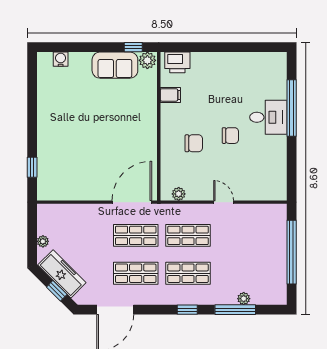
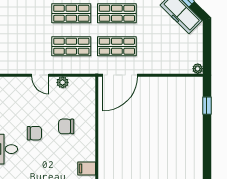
chair: (230, 136) -> (34, 133), turned 180
plant: (179, 194) -> (63, 82), moved
plant: (43, 241) -> (198, 69), moved

